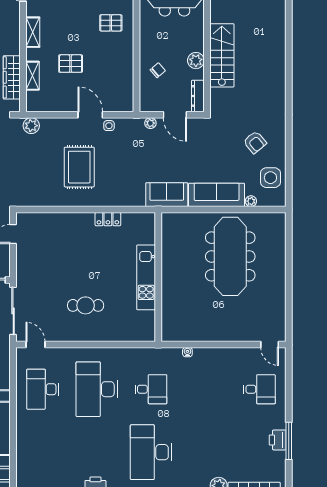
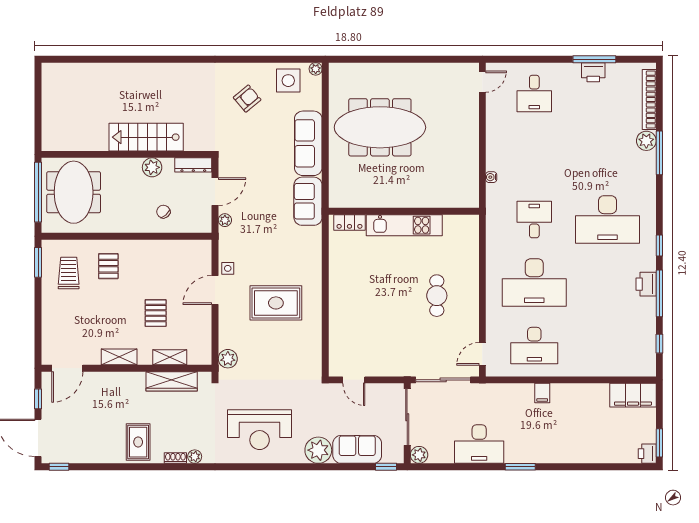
plant: (251, 201) -> (316, 69), moved
locker: (108, 219) -> (349, 222), moved, turned 90
desk: (259, 389) -> (534, 94), turned 180

